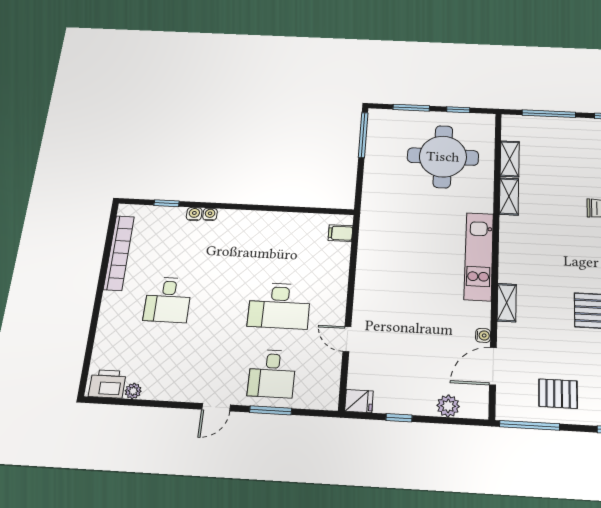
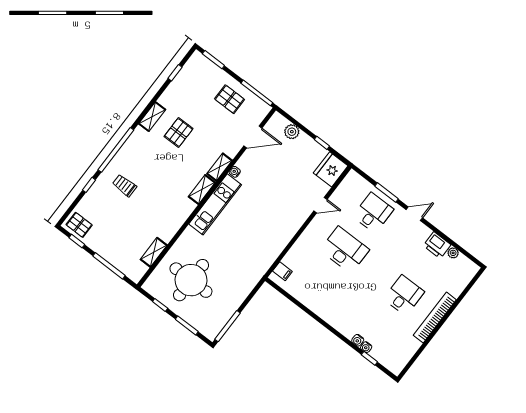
shelving: (509, 196) -> (202, 190), moved
water cooler: (210, 214) -> (366, 347), moved
bookcase: (119, 253) -> (435, 317), moved
water cooler: (483, 335) -> (235, 172), moved
door: (347, 339) -> (320, 205), hinge flipped
printer: (107, 384) -> (437, 245), moved
fridge: (359, 401) -> (331, 169), width x1.88, depth x1.34

